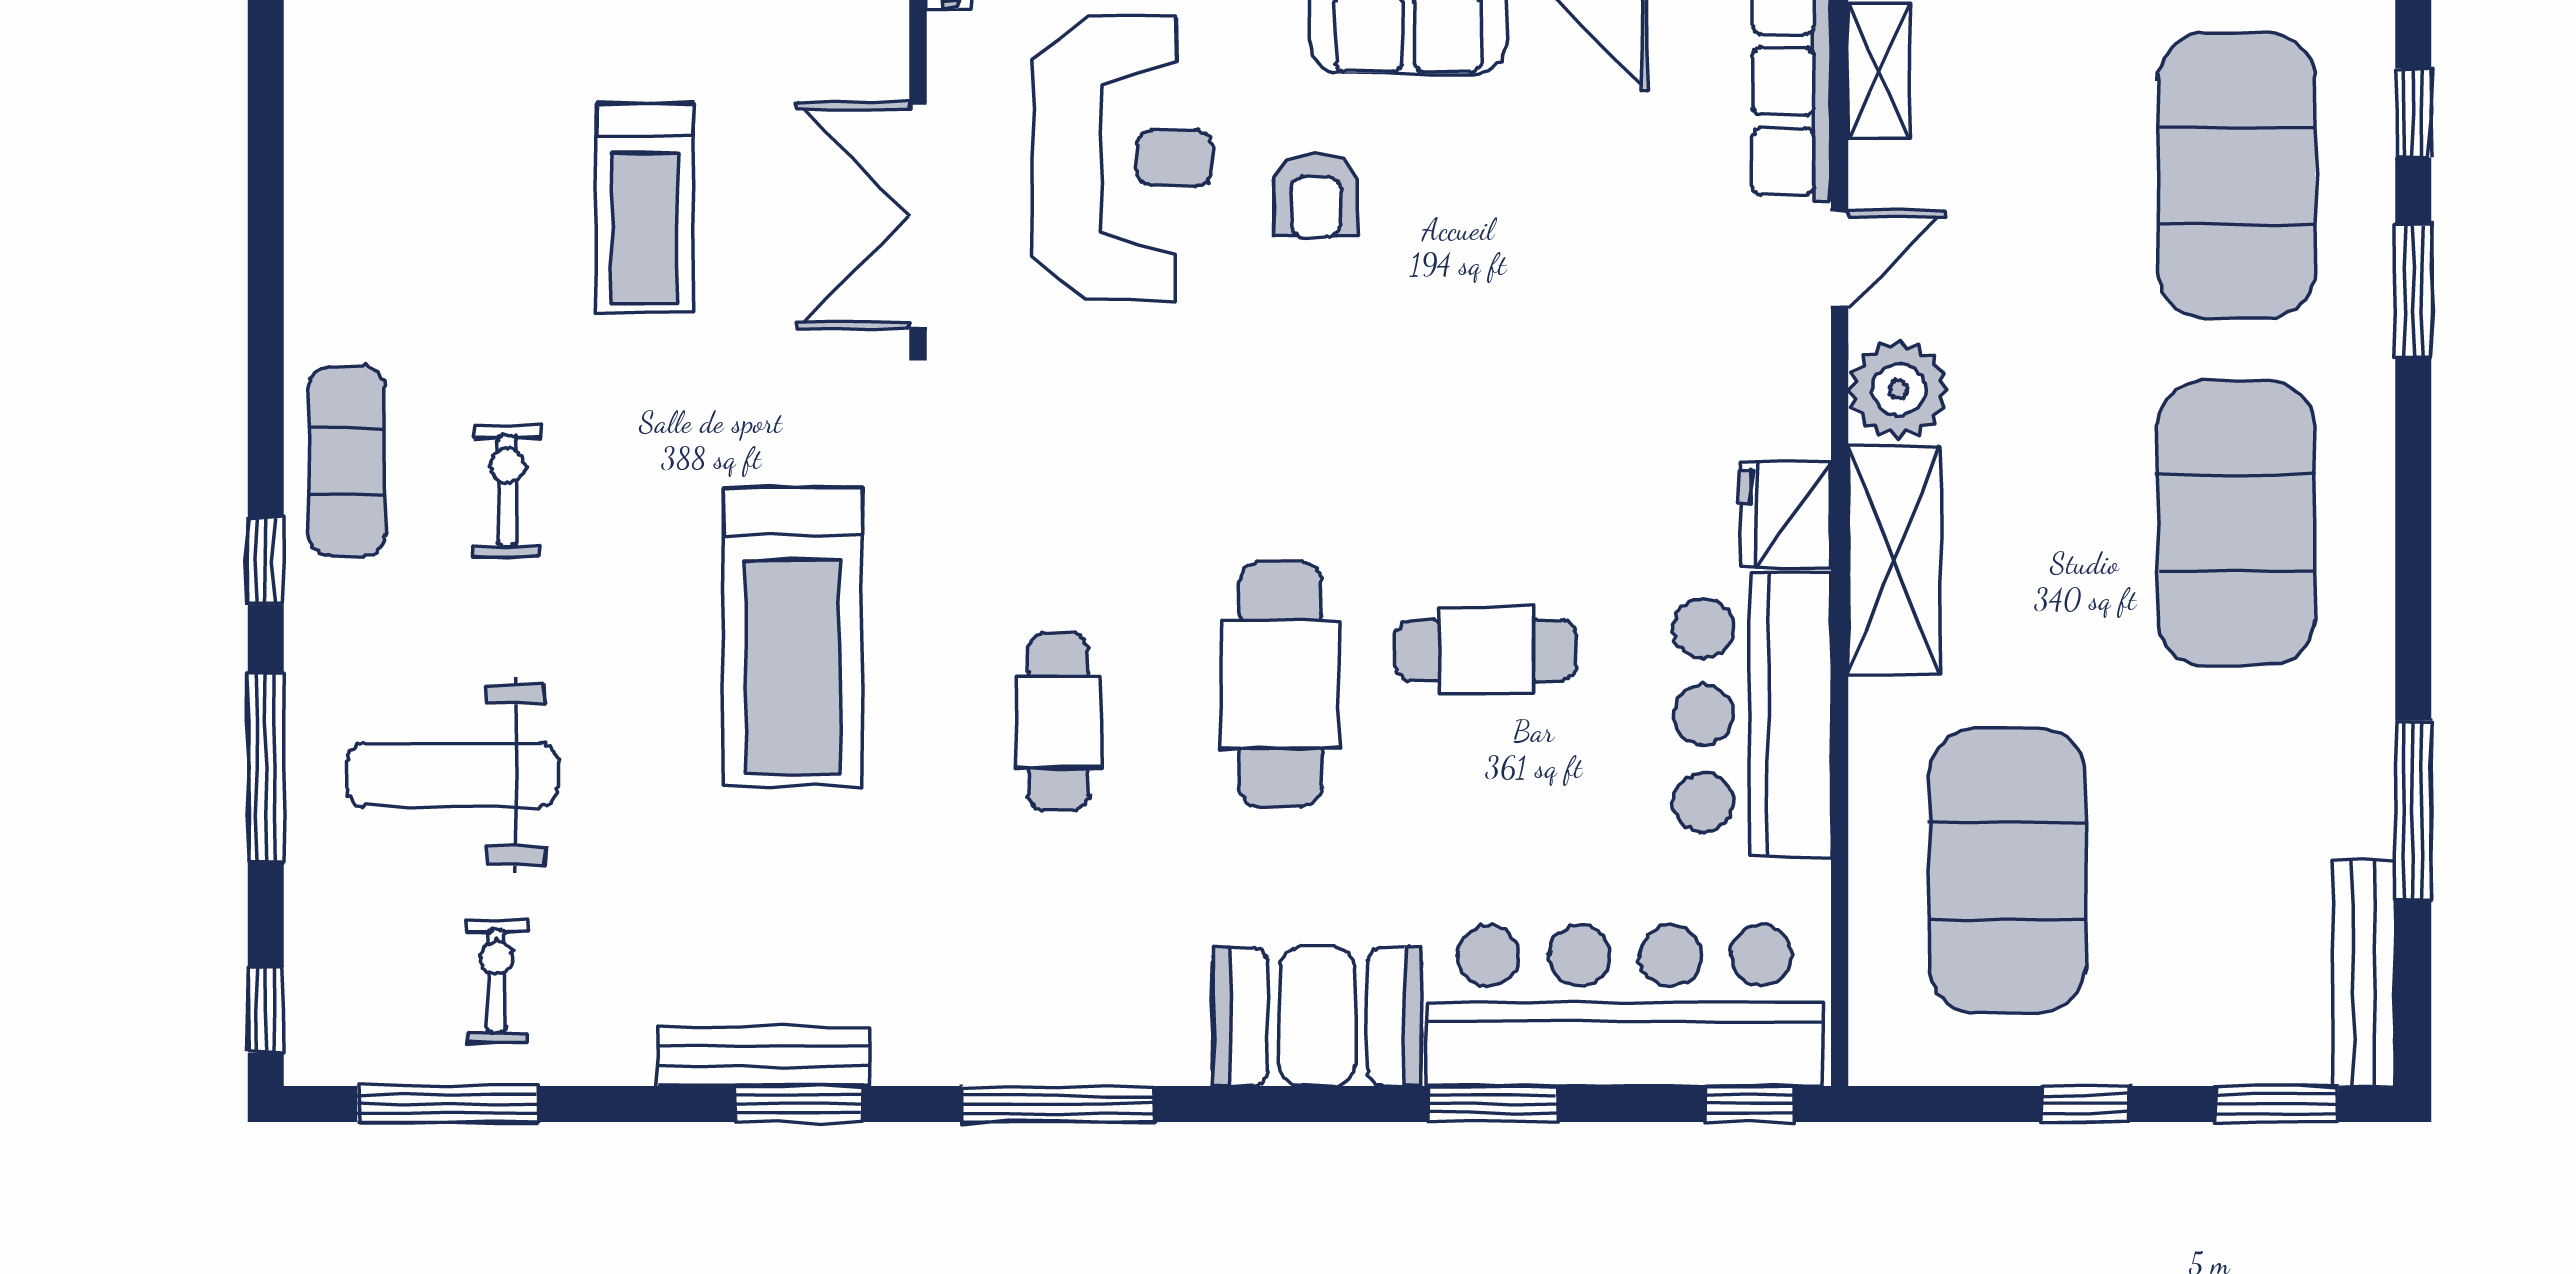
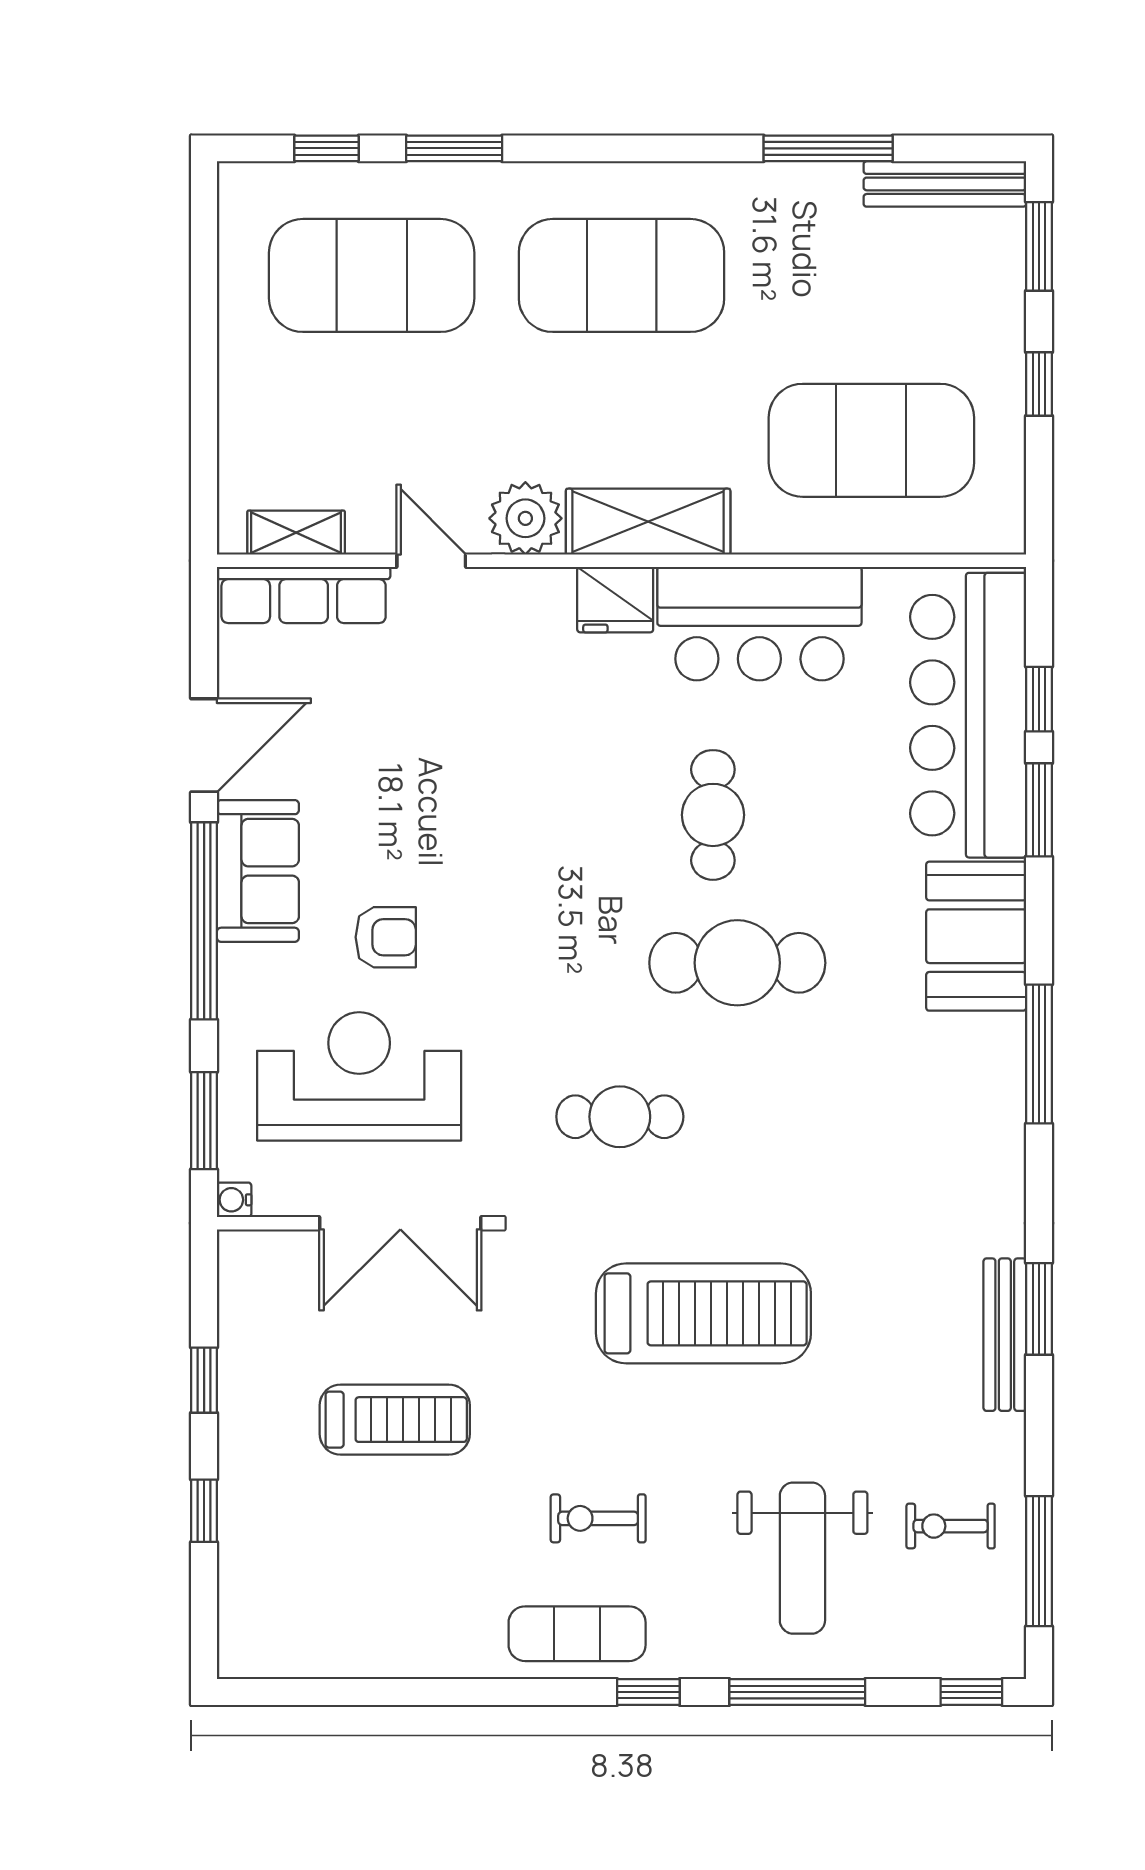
cafe table: (1058, 722) -> (620, 1117), moved
window: (1058, 1104) -> (1039, 1054), moved
window: (1750, 1104) -> (1039, 699), moved

